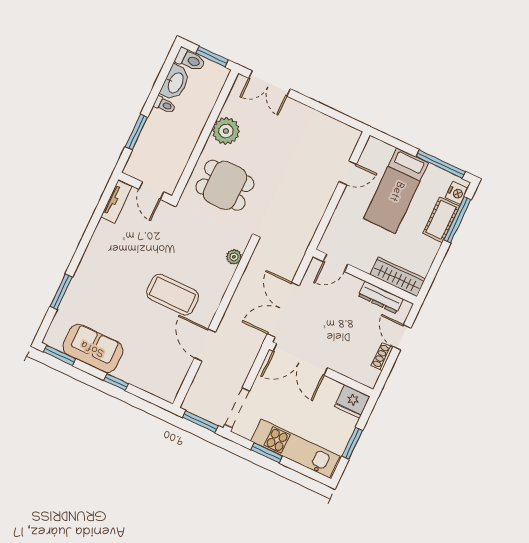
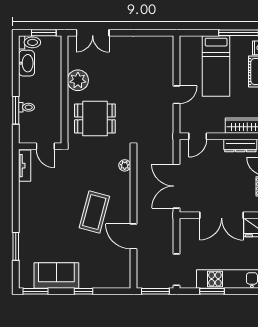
toilet: (165, 105) -> (26, 107), moved
door: (348, 173) -> (177, 95), moved
coffee table: (173, 295) -> (94, 212), turned -75
double door: (300, 359) -> (222, 215), moved

